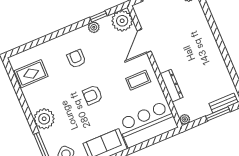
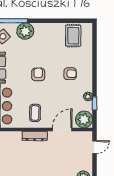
door: (144, 41) -> (62, 129), hinge flipped
dresser: (172, 86) -> (35, 136), moved
plant: (44, 119) -> (25, 31), moved

